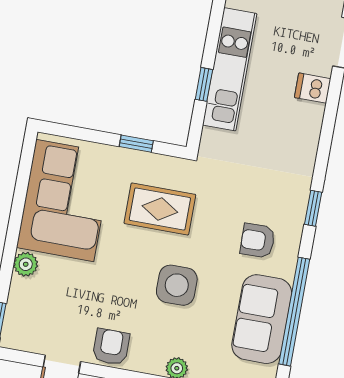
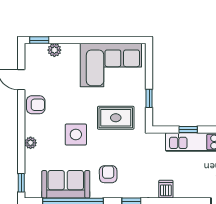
dishwasher: (313, 88) -> (166, 189), moved
rug: (160, 209) -> (116, 118), turned 90
plant: (26, 264) -> (54, 50), moved

